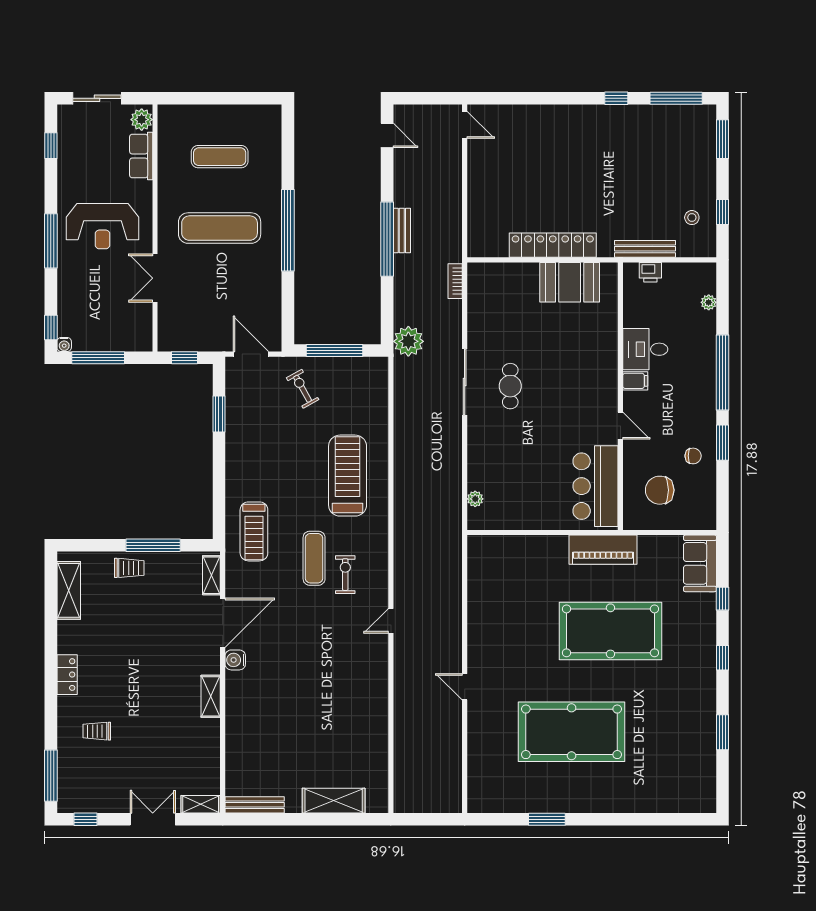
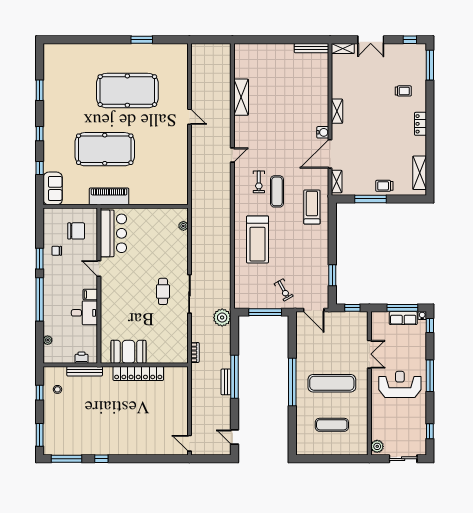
row of seats: (141, 156) -> (403, 318), moved, turned 90
shelving: (334, 801) -> (241, 97), moved, turned 90

